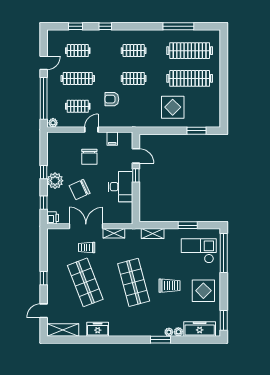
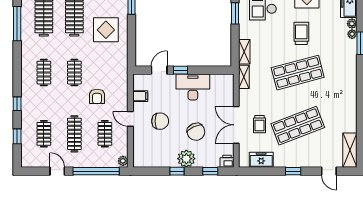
shelving: (114, 233) -> (244, 77), moved
freezer: (98, 329) -> (261, 160), moved, turned 90

